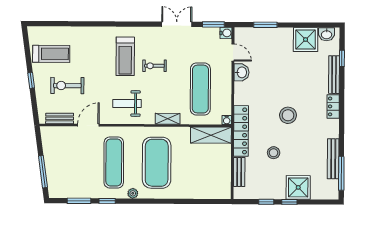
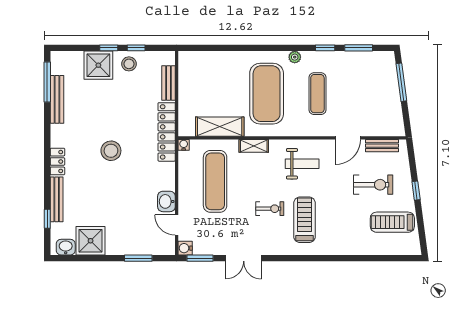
shelving: (211, 135) -> (220, 127), moved
stool: (274, 153) -> (129, 64), moved
exercise mat: (114, 162) -> (317, 94), width x0.73, depth x0.69

